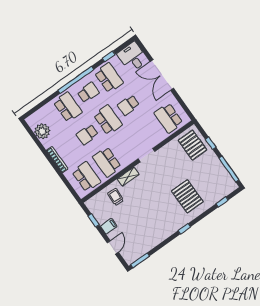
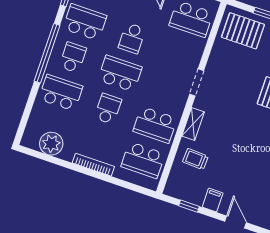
school desk: (87, 135) -> (108, 109), turned 180
school desk: (86, 177) -> (143, 160), turned 180

